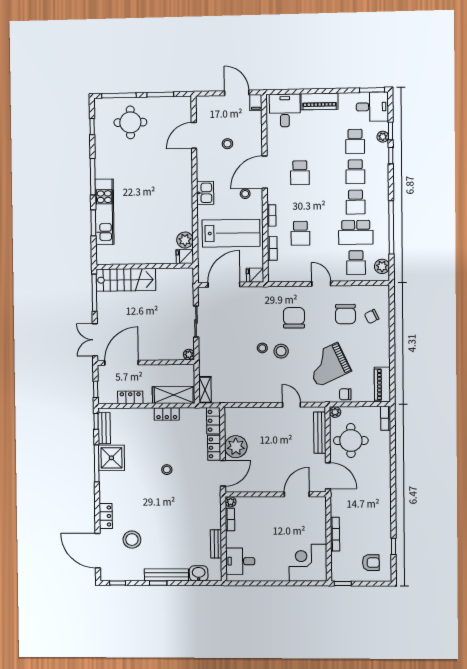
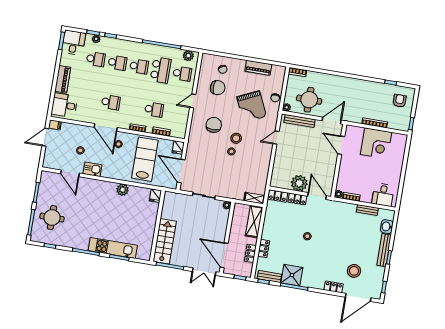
kitchen sink: (205, 193) -> (92, 169), moved
plant: (185, 240) -> (123, 190), moved
chair: (294, 318) -> (214, 125), turned 90
piano: (382, 385) -> (258, 68), moved
locker: (167, 414) -> (264, 248), moved
corner desk: (308, 563) -> (376, 143), moved, turned -90

